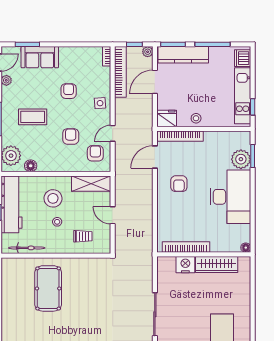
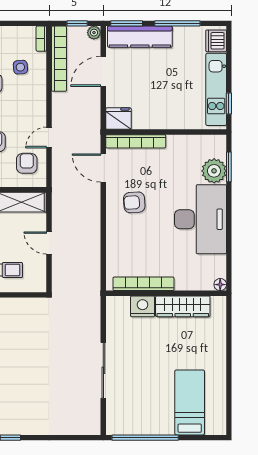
side table: (100, 103) -> (20, 67), moved
stool: (196, 118) -> (156, 118), removed
door: (155, 157) -> (103, 168), hinge flipped
armchair: (179, 184) -> (134, 202), turned 86

